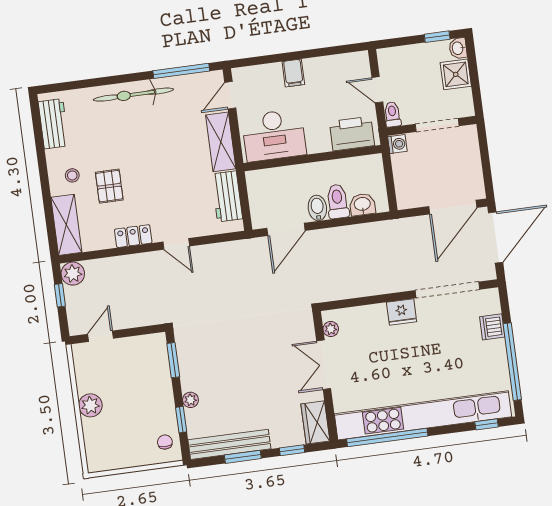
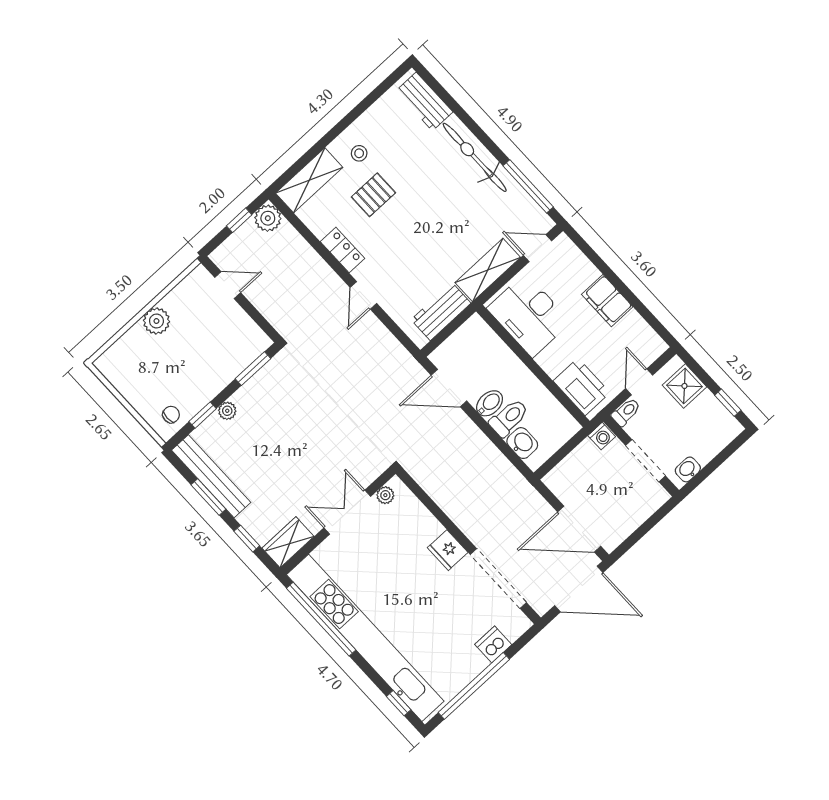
washbasin: (458, 48) -> (688, 469), moved
filing cabinet: (293, 73) -> (607, 301), width x2.00
shower: (456, 74) -> (684, 386), moved
workbench: (53, 124) -> (424, 101), moved, turned 90

